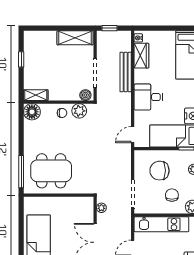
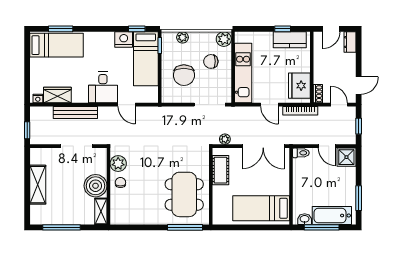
shelving: (75, 38) -> (38, 185), moved
window: (21, 59) -> (61, 227), width x2.17
boiler: (85, 95) -> (96, 186), moved, width x1.86, depth x1.86
floor lamp: (32, 112) -> (119, 216), removed
door: (133, 135) -> (127, 105), moved
cot: (73, 204) -> (221, 170), added

